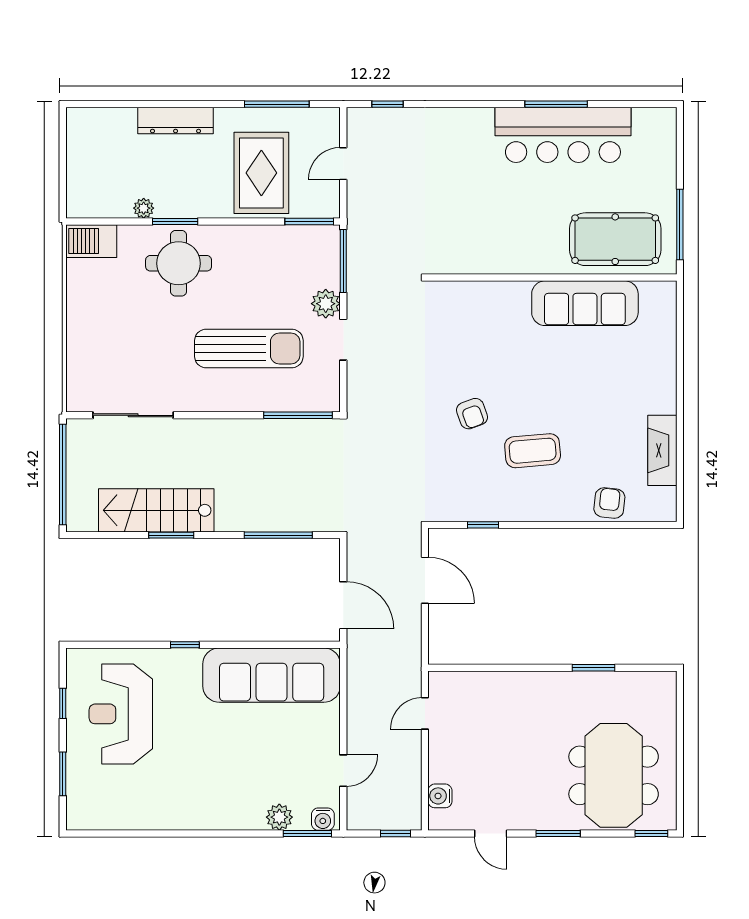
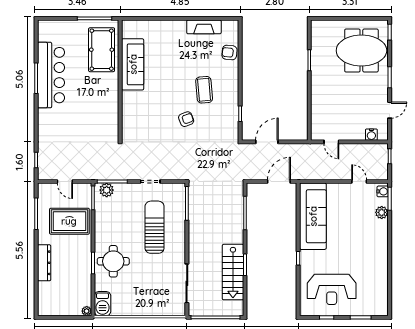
plant: (144, 208) -> (87, 311), moved
plant: (326, 304) -> (107, 190), moved

